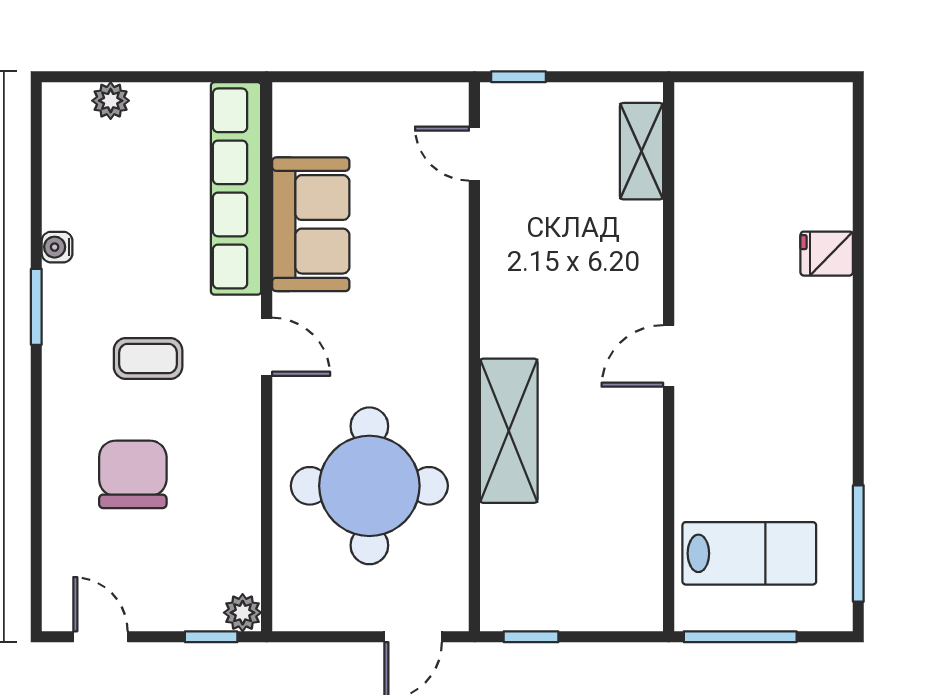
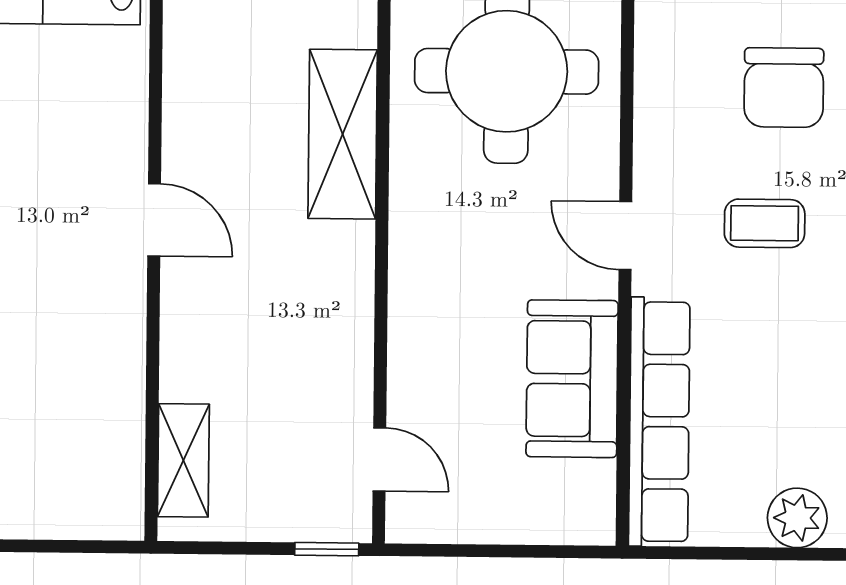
plant: (111, 101) -> (797, 518), width x1.38, depth x1.38
door: (669, 356) -> (154, 220), hinge flipped

